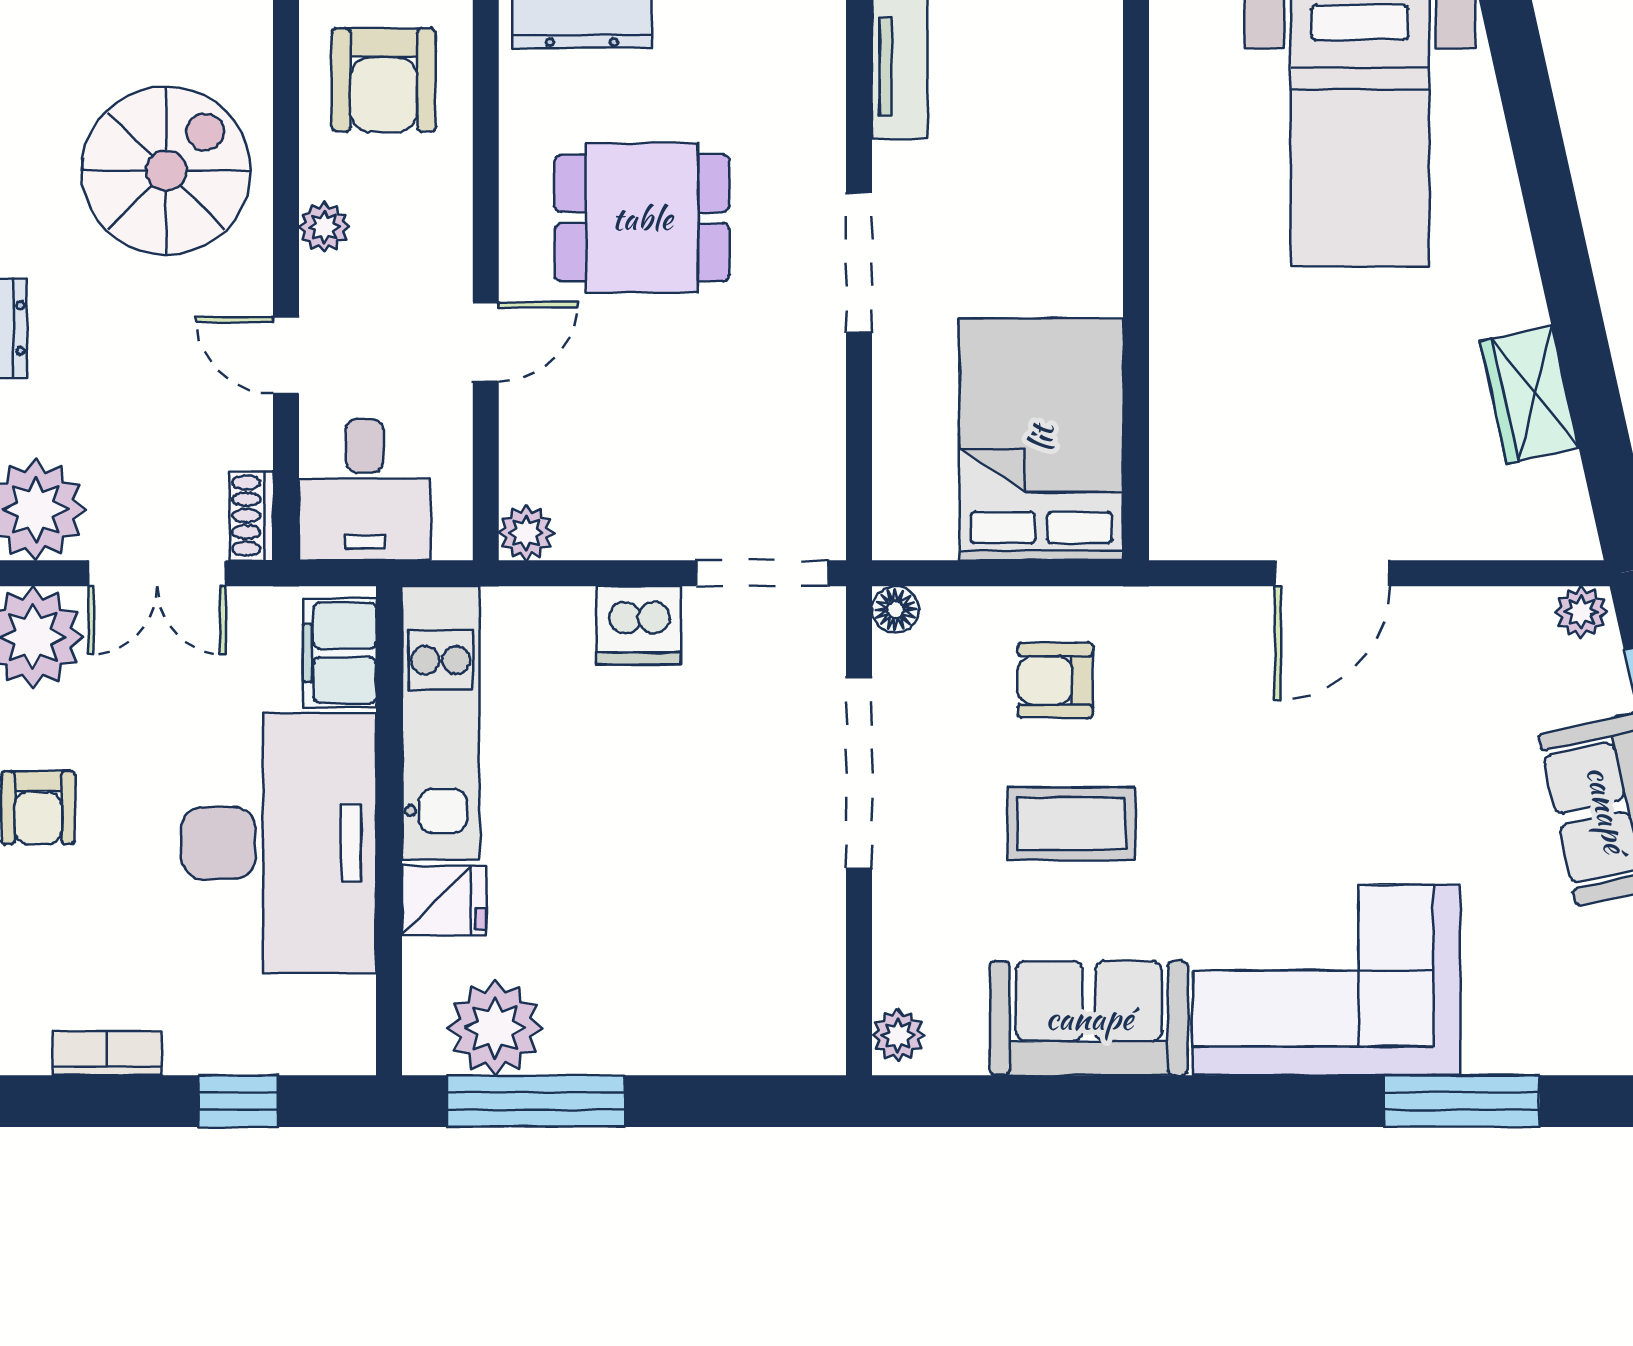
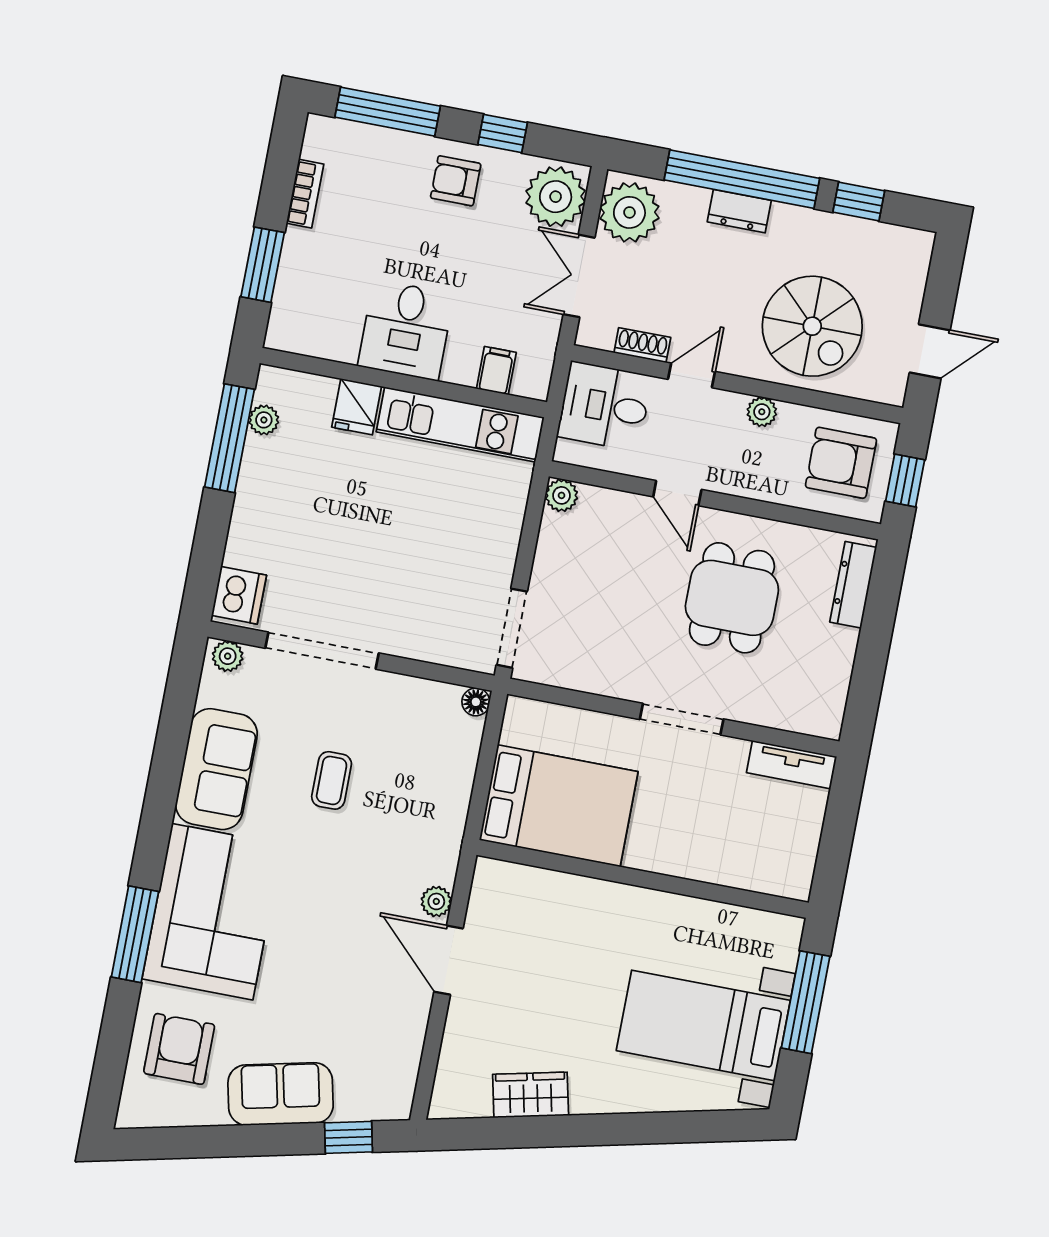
shoe rack: (252, 516) -> (642, 345), moved
plant: (1581, 612) -> (436, 901), moved
dishwasher: (639, 625) -> (239, 595), moved, turned 180
filing cabinet: (340, 653) -> (496, 371), width x0.50
armchair: (1055, 680) -> (179, 1049), moved, width x1.38, depth x1.38
doorway: (859, 773) -> (322, 651), moved
coffee table: (1071, 824) -> (332, 780), width x0.73, depth x0.77
desk: (279, 843) -> (406, 330), width x0.53, depth x0.77
plant: (495, 1028) -> (264, 420), width x0.53, depth x0.53
window: (238, 1101) -> (263, 265), width x1.50
window: (1462, 1101) -> (135, 934), moved

